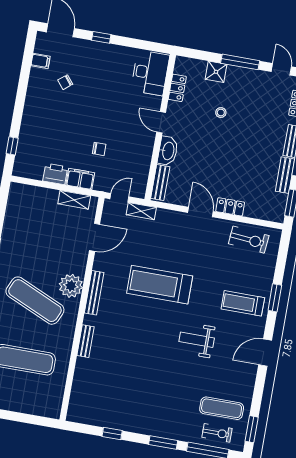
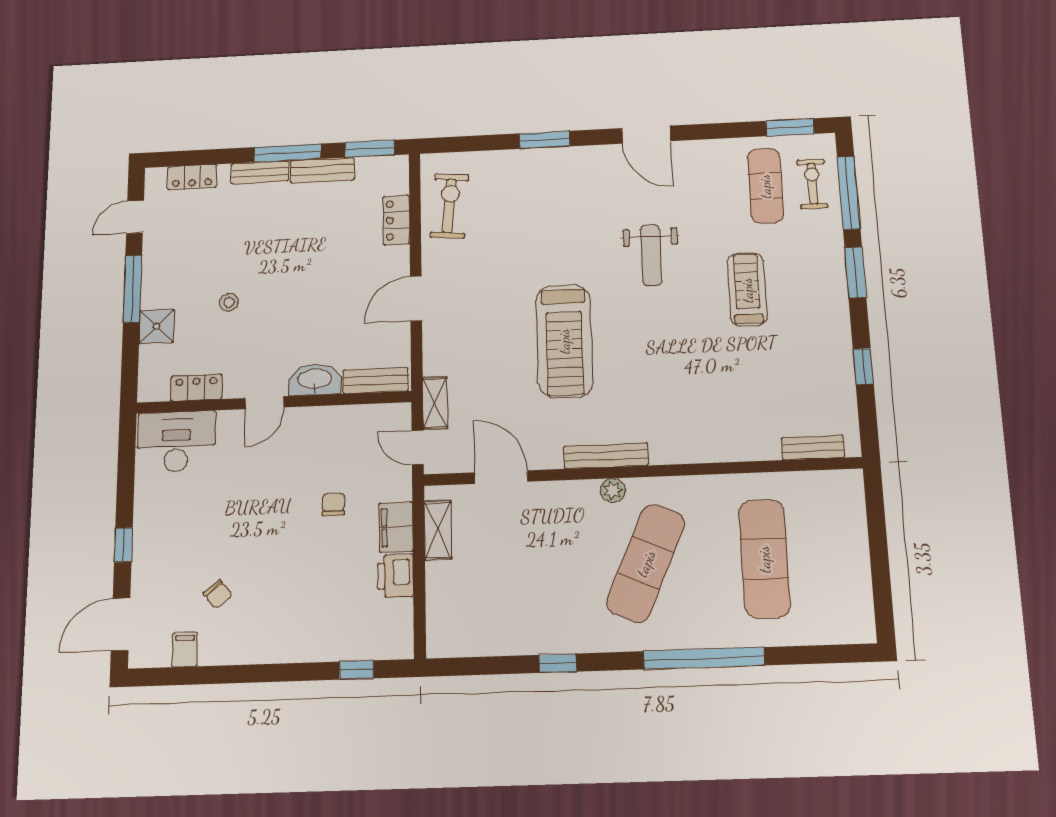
locker: (230, 207) -> (396, 220), moved
plant: (71, 286) -> (613, 490), width x0.53, depth x0.53
treadmill: (243, 303) -> (747, 290), moved, turned 180
bench: (85, 341) -> (813, 447), moved

